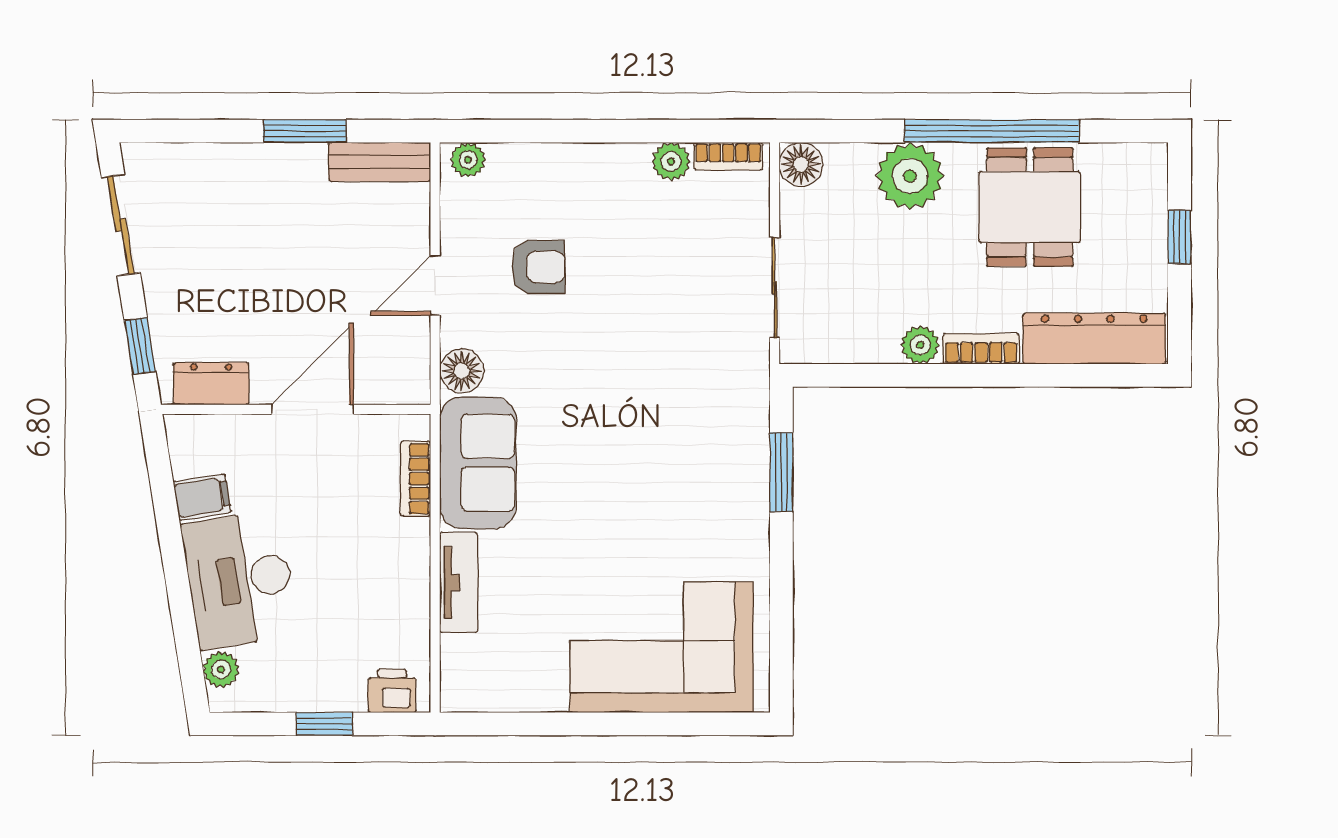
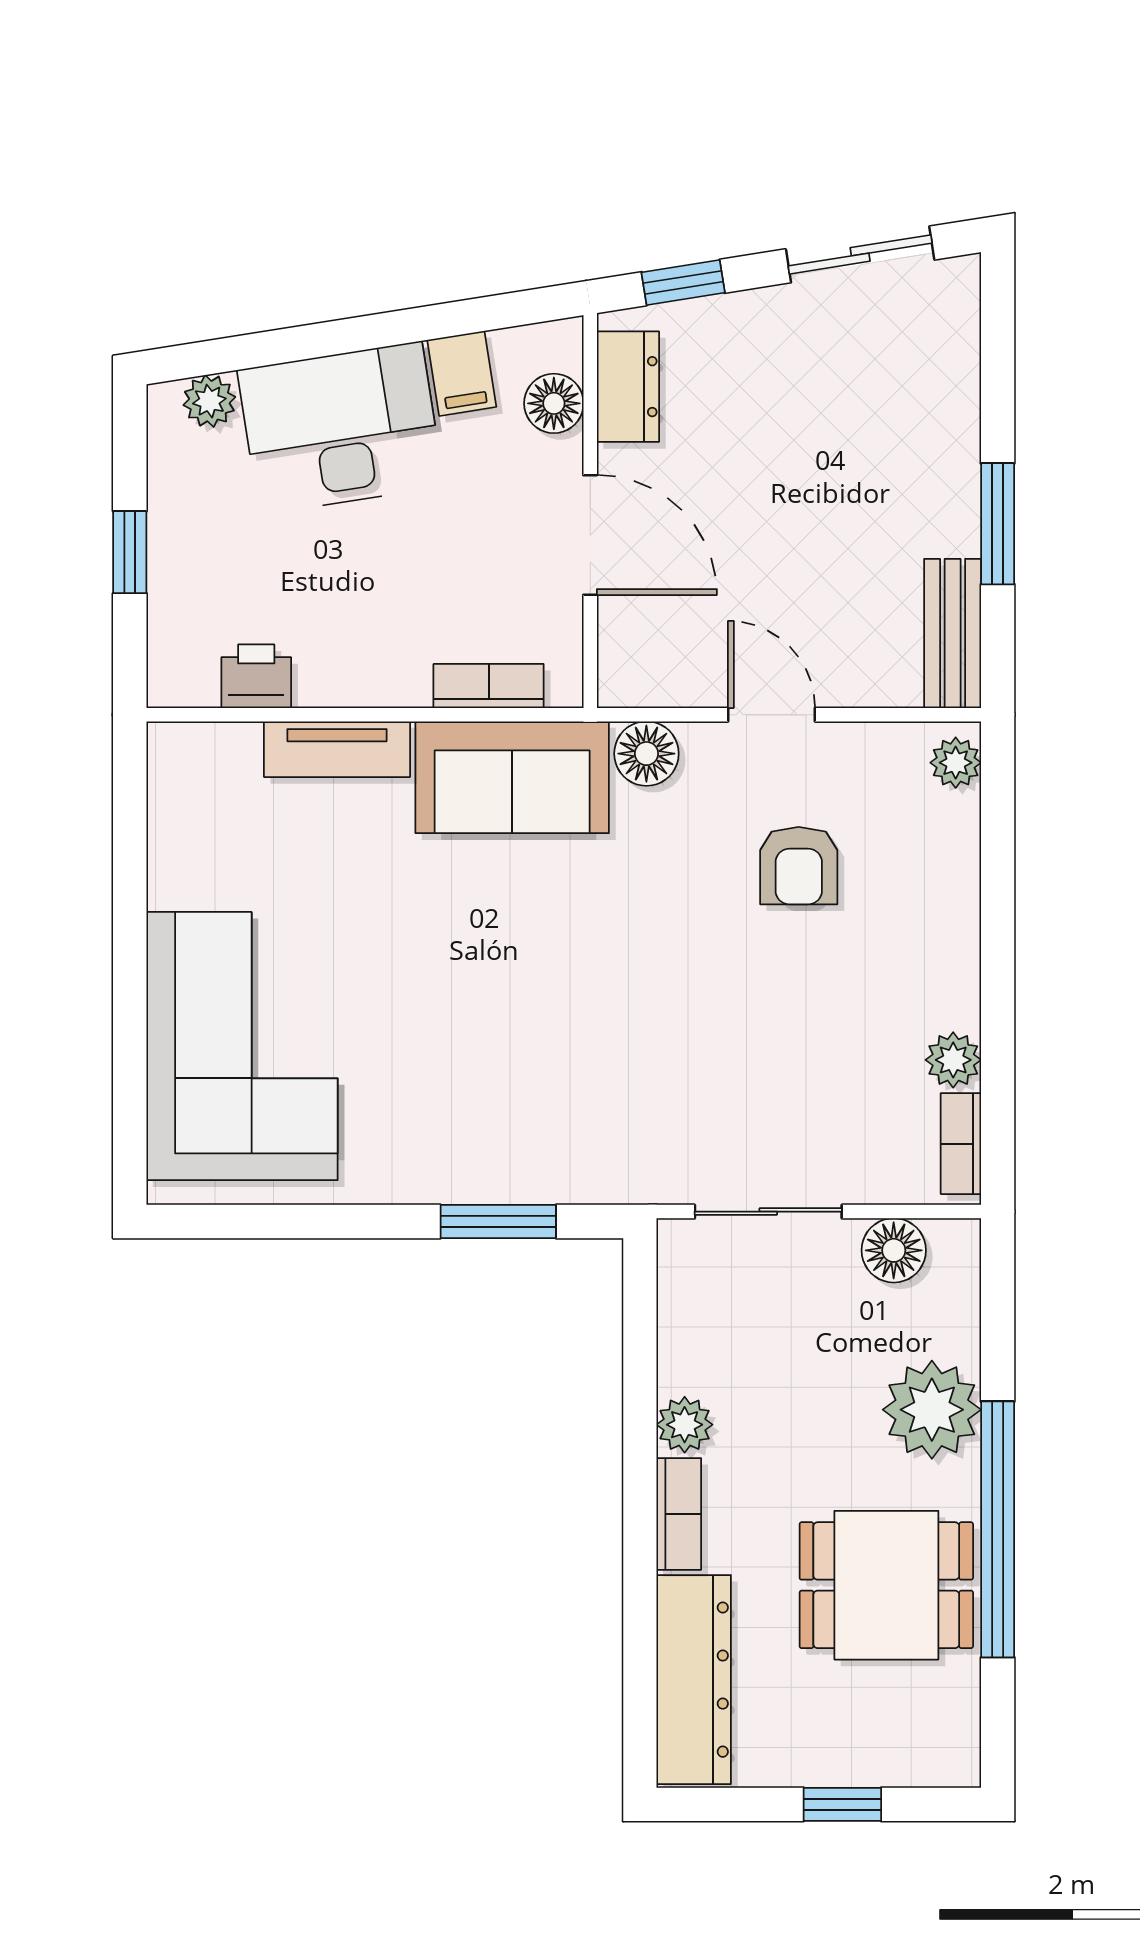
floor lamp: (801, 164) -> (894, 1250), moved
floor lamp: (223, 434) -> (554, 403), added
printer: (392, 691) -> (256, 676), moved, turned -90

